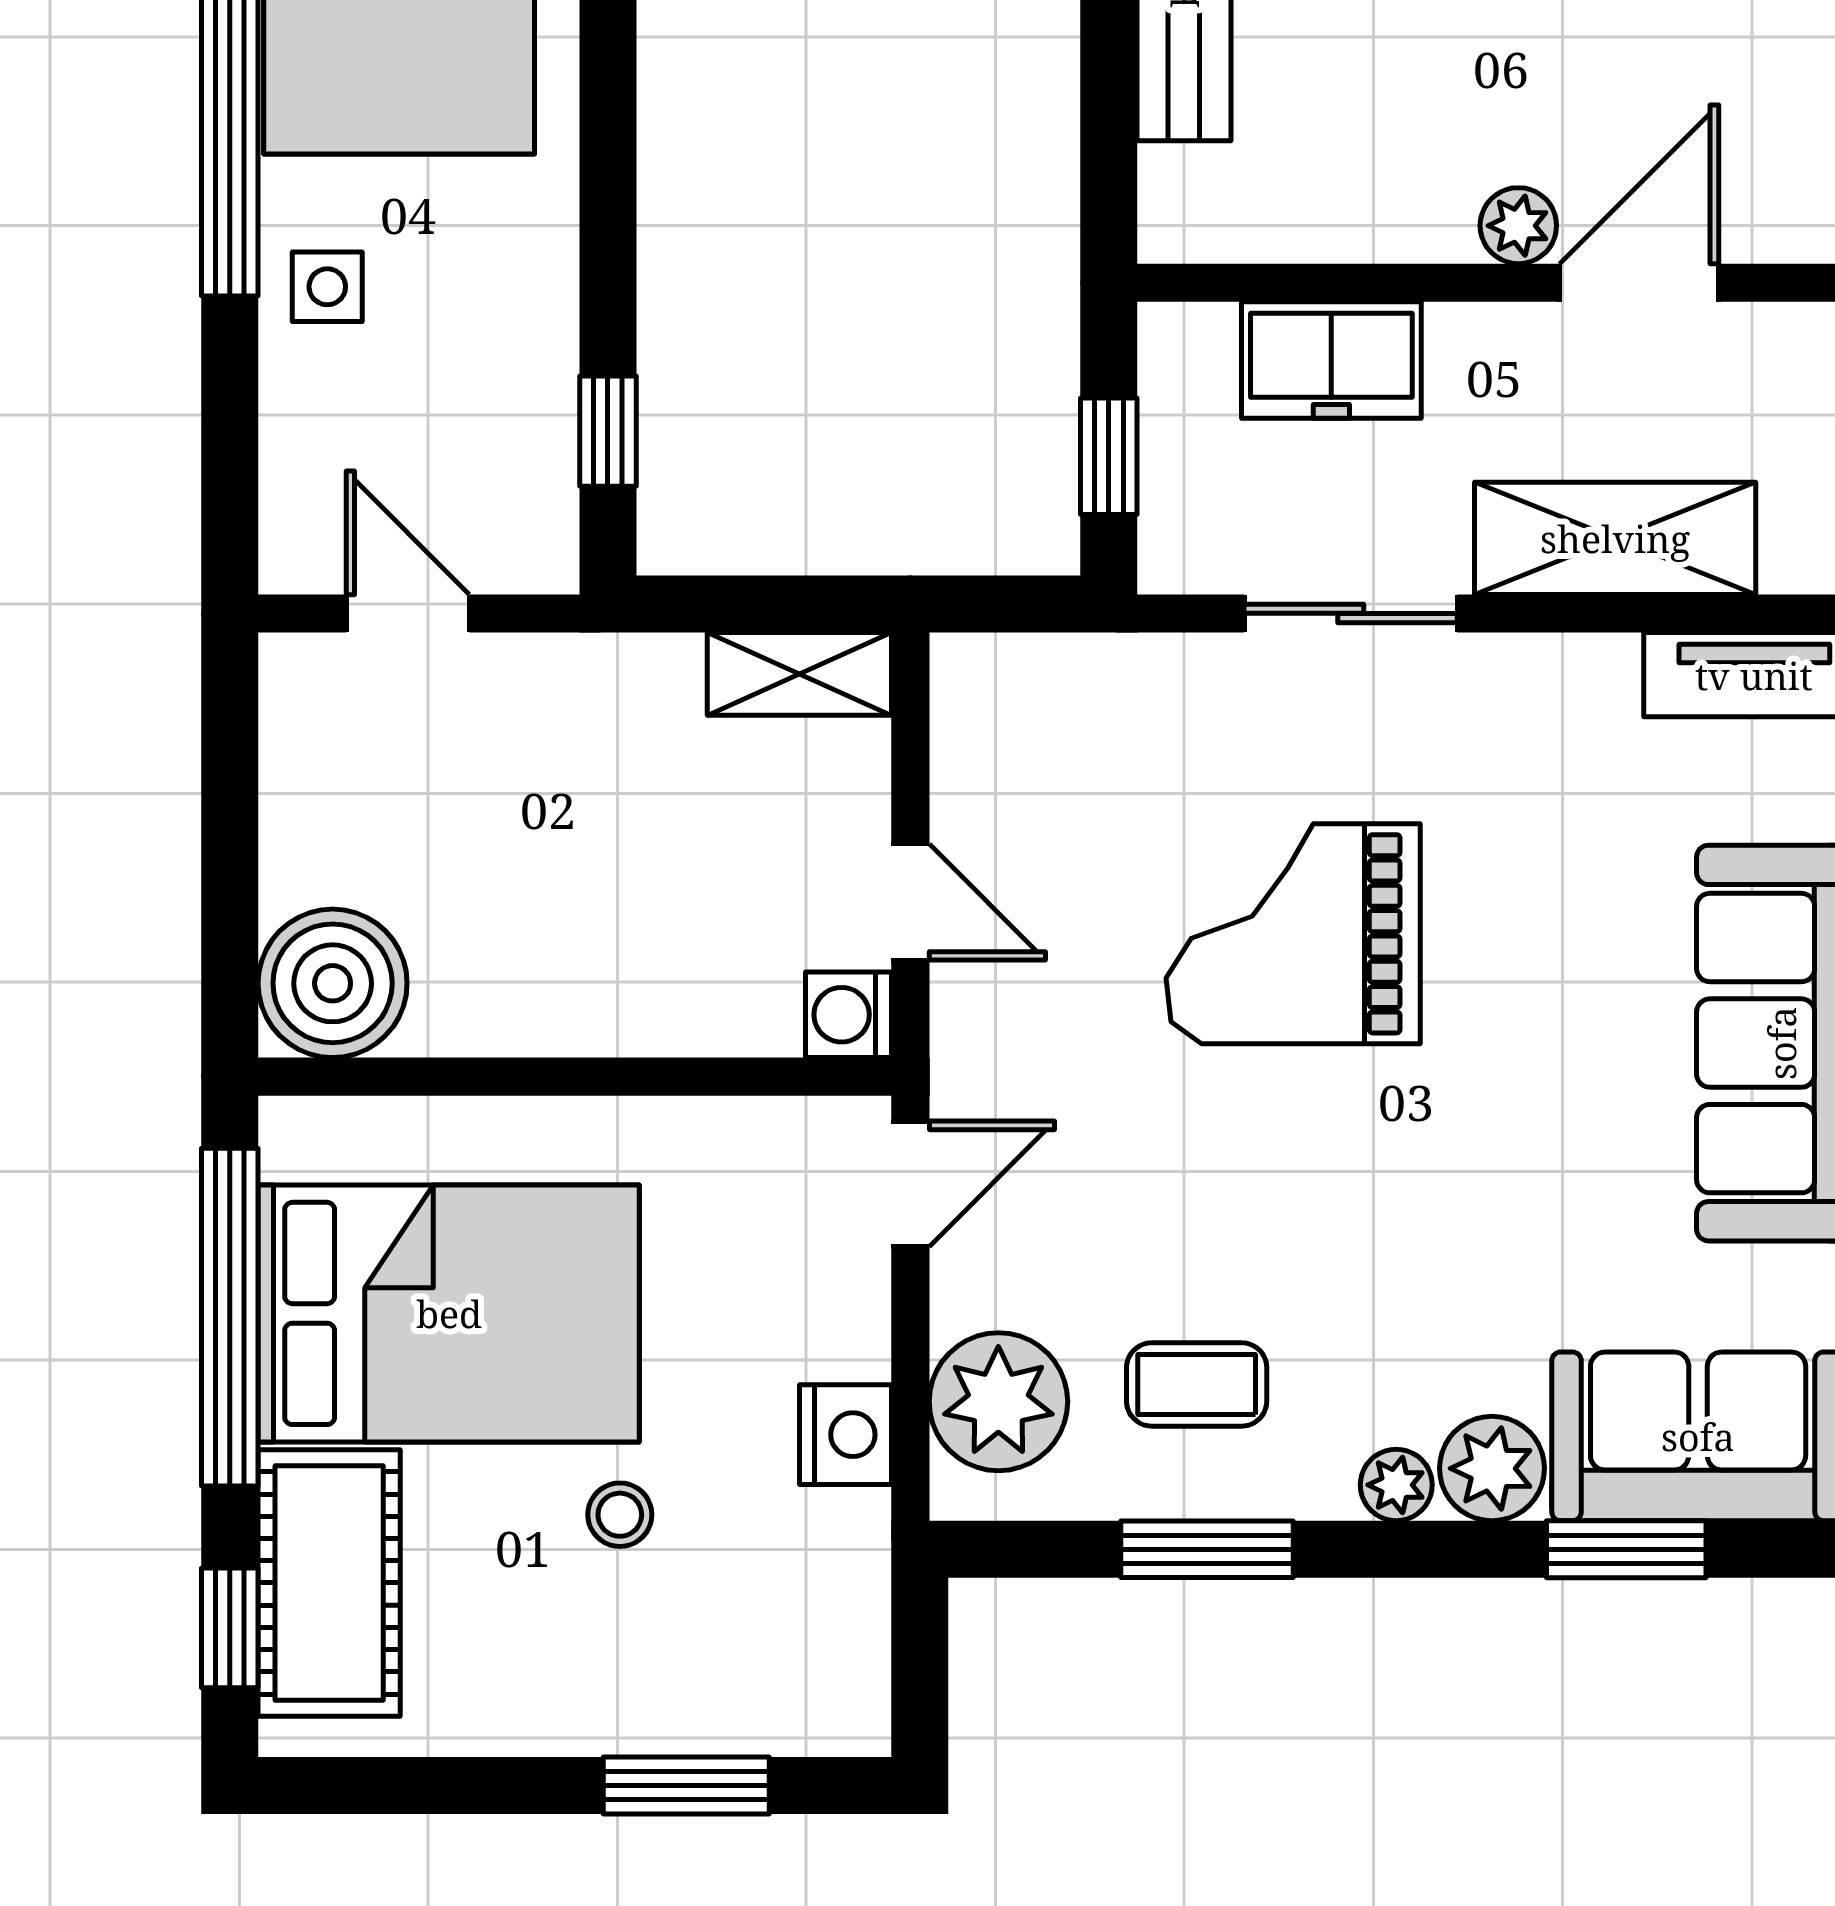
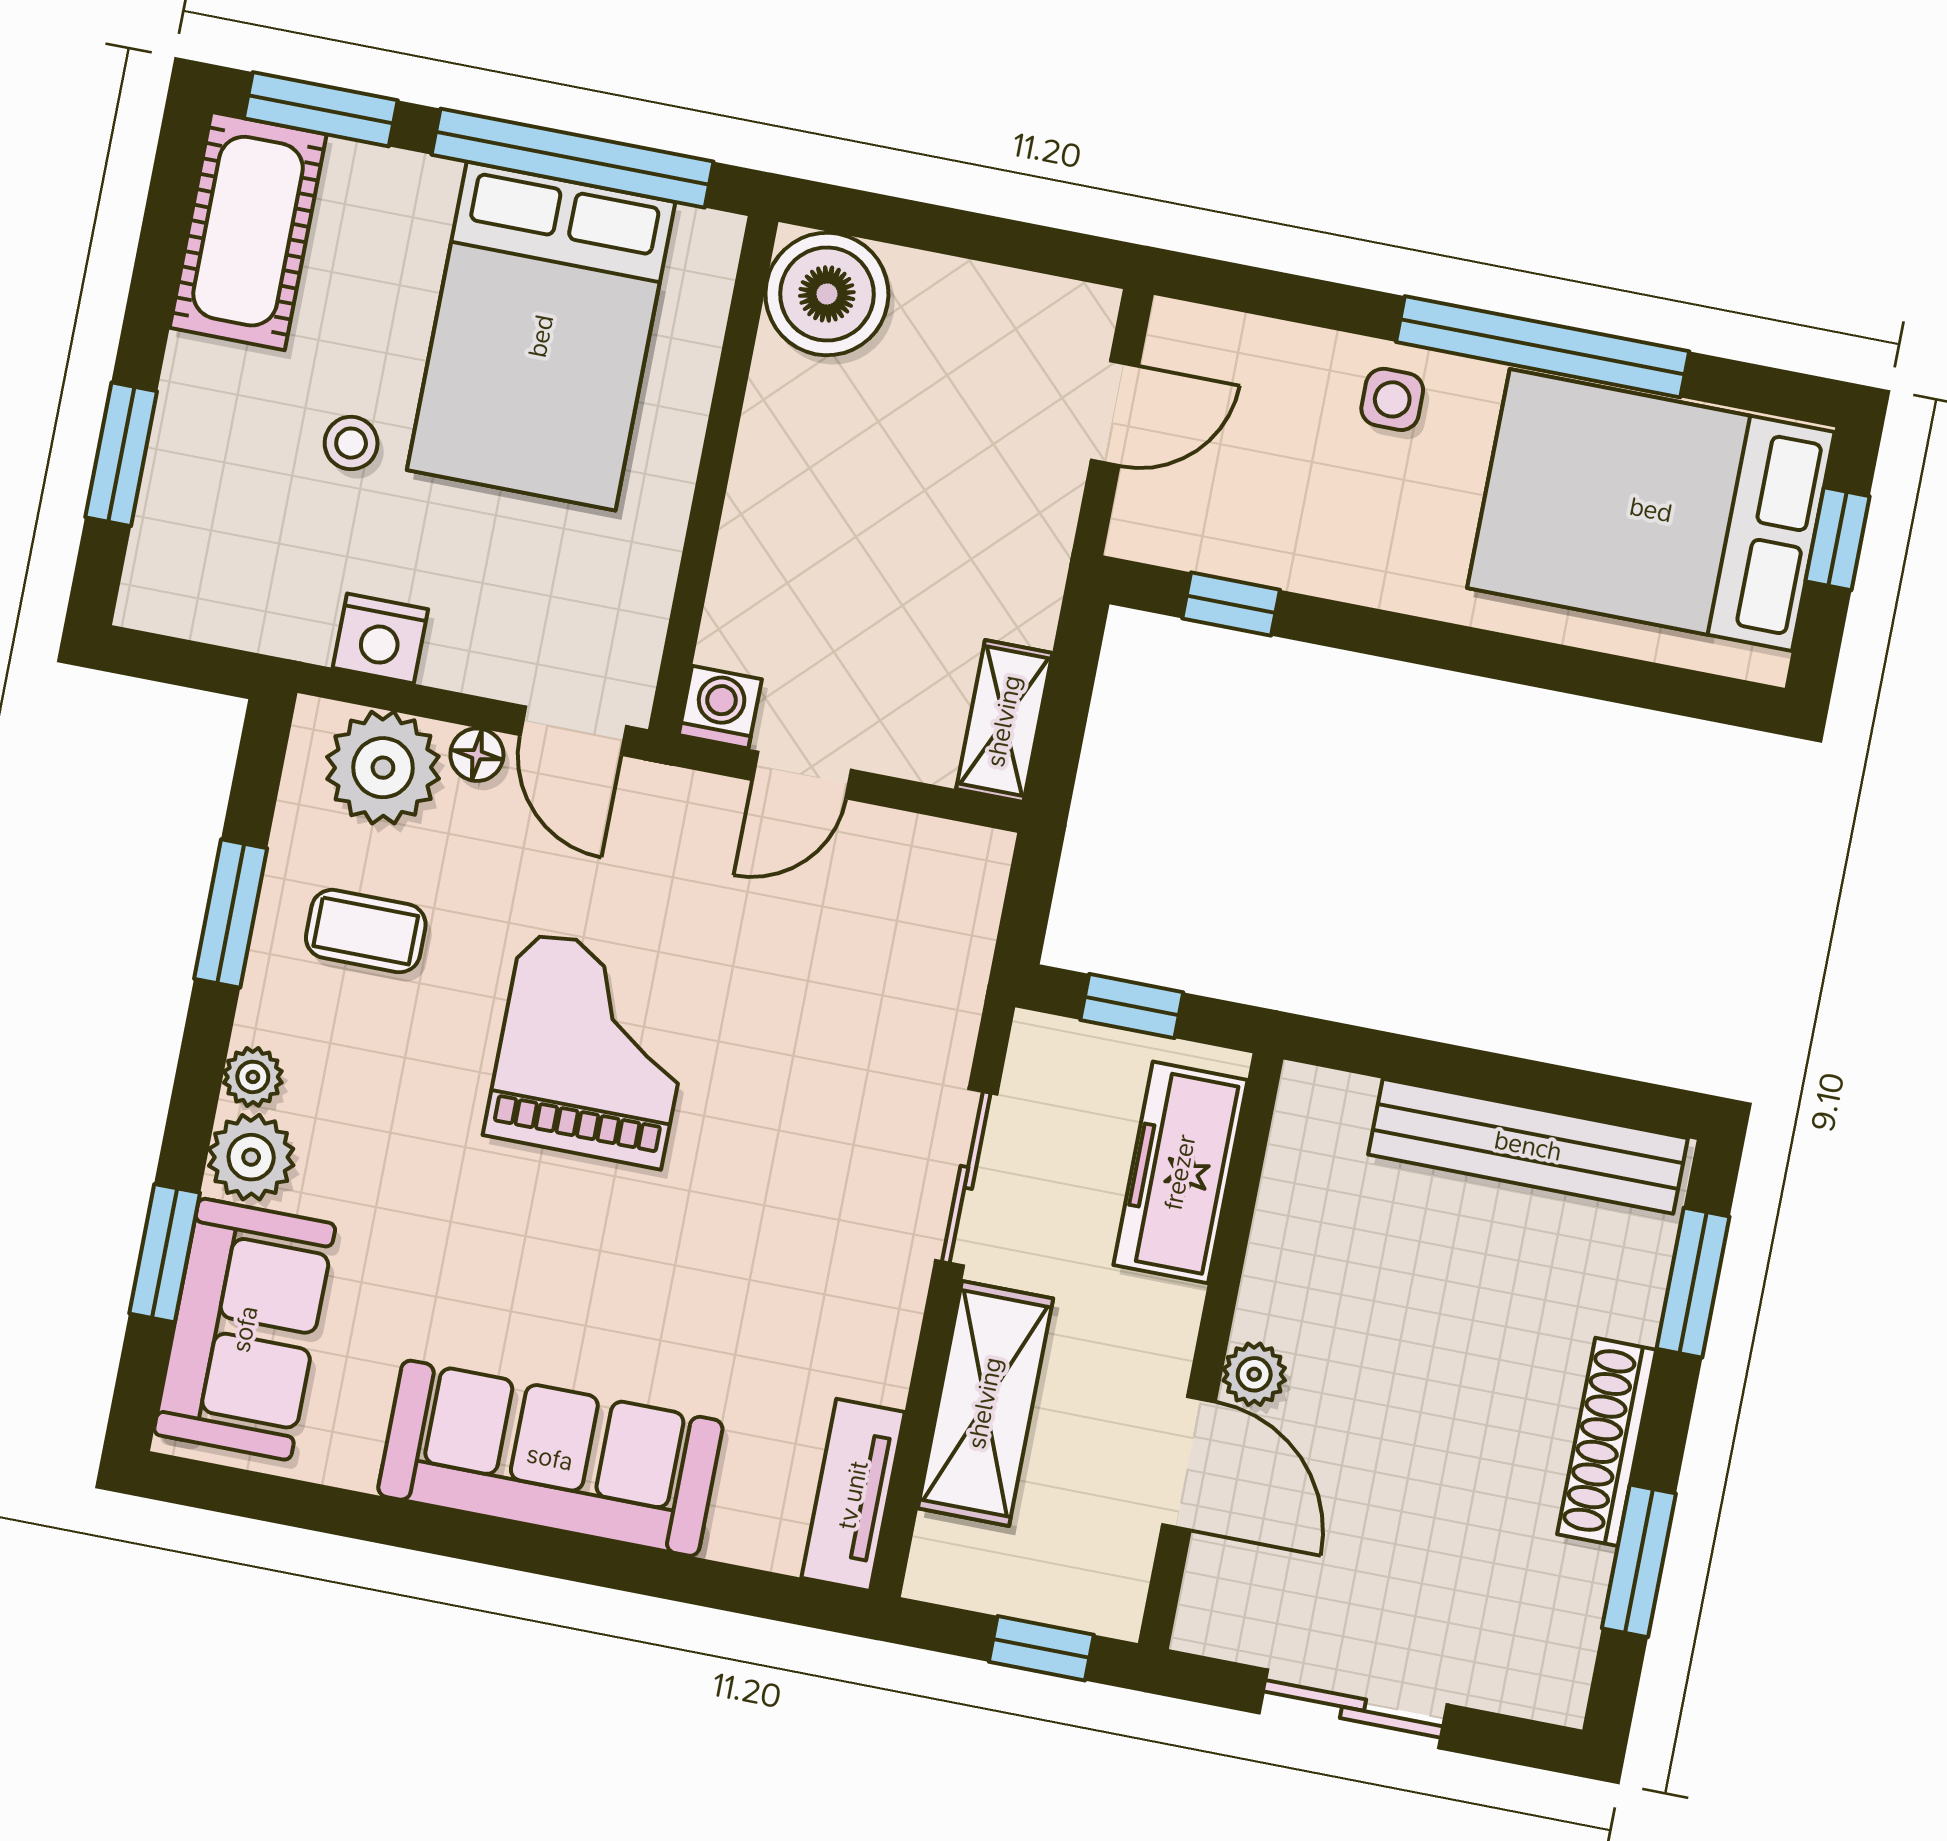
freezer: (1331, 360) -> (1180, 1172), width x1.40
grand piano: (1293, 934) -> (592, 1049), moved
floor lamp: (961, 1293) -> (477, 755), added
coffee table: (1197, 1384) -> (366, 931), turned 90
cot: (329, 1583) -> (248, 231), moved, turned 90
window: (230, 1628) -> (321, 109), width x1.50

